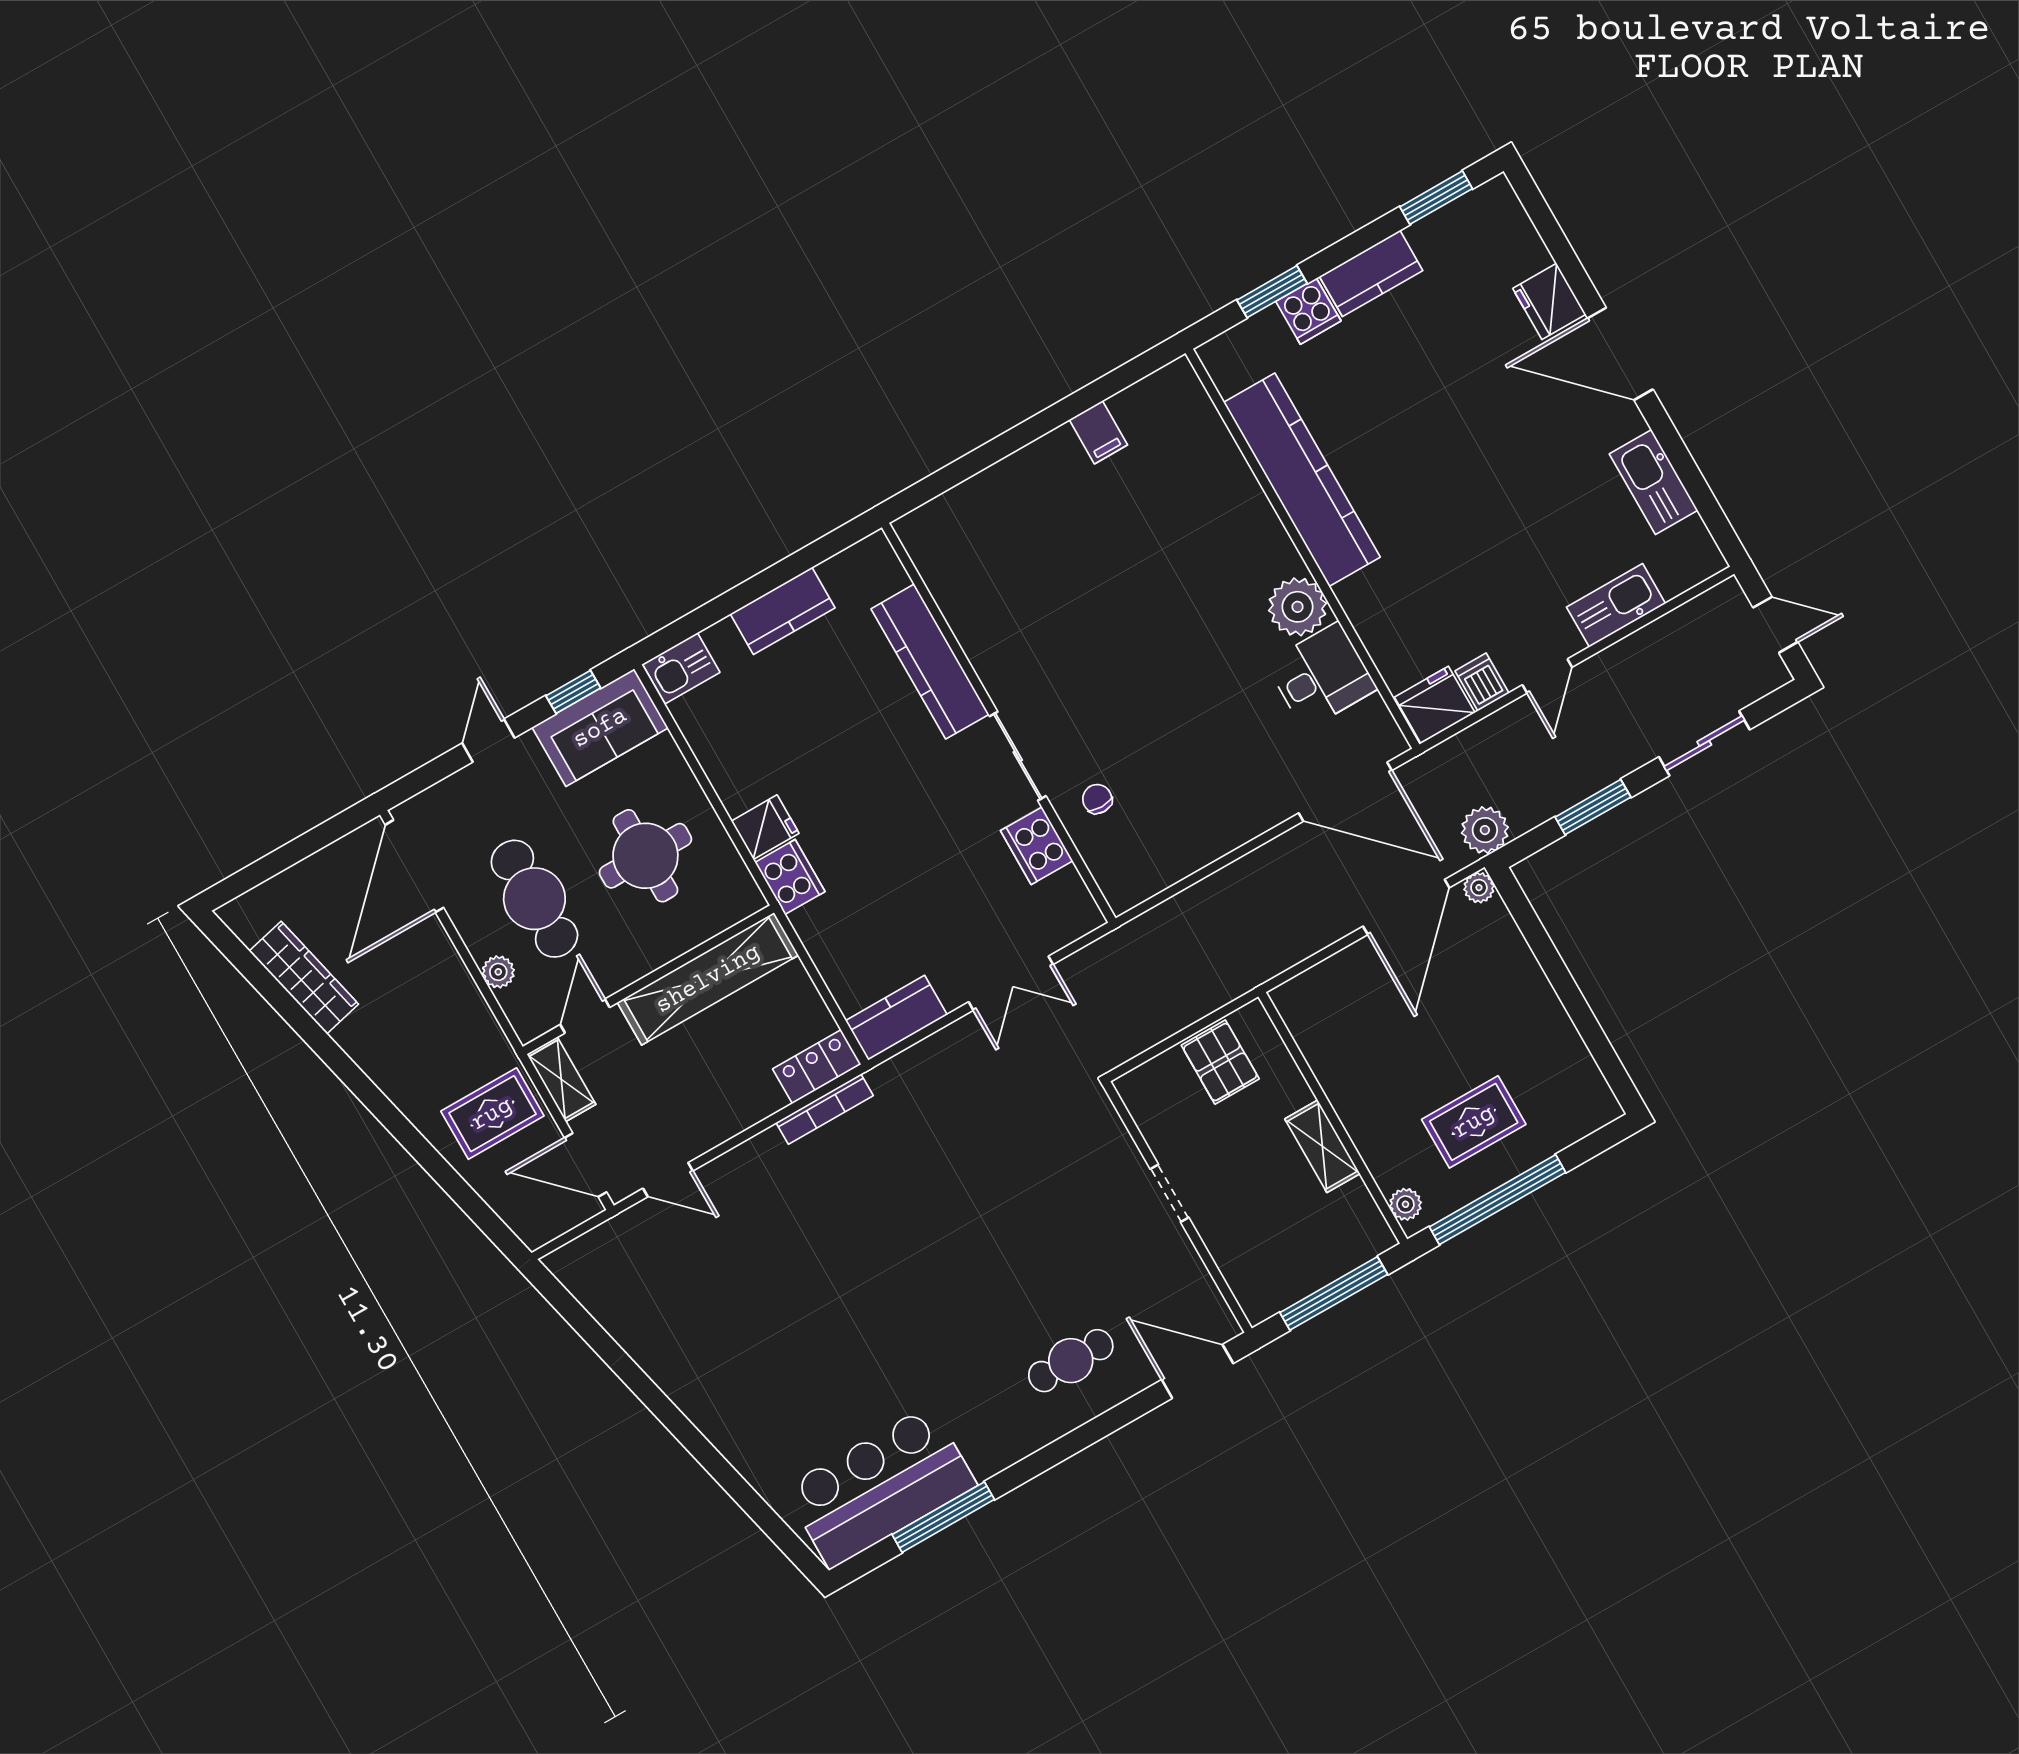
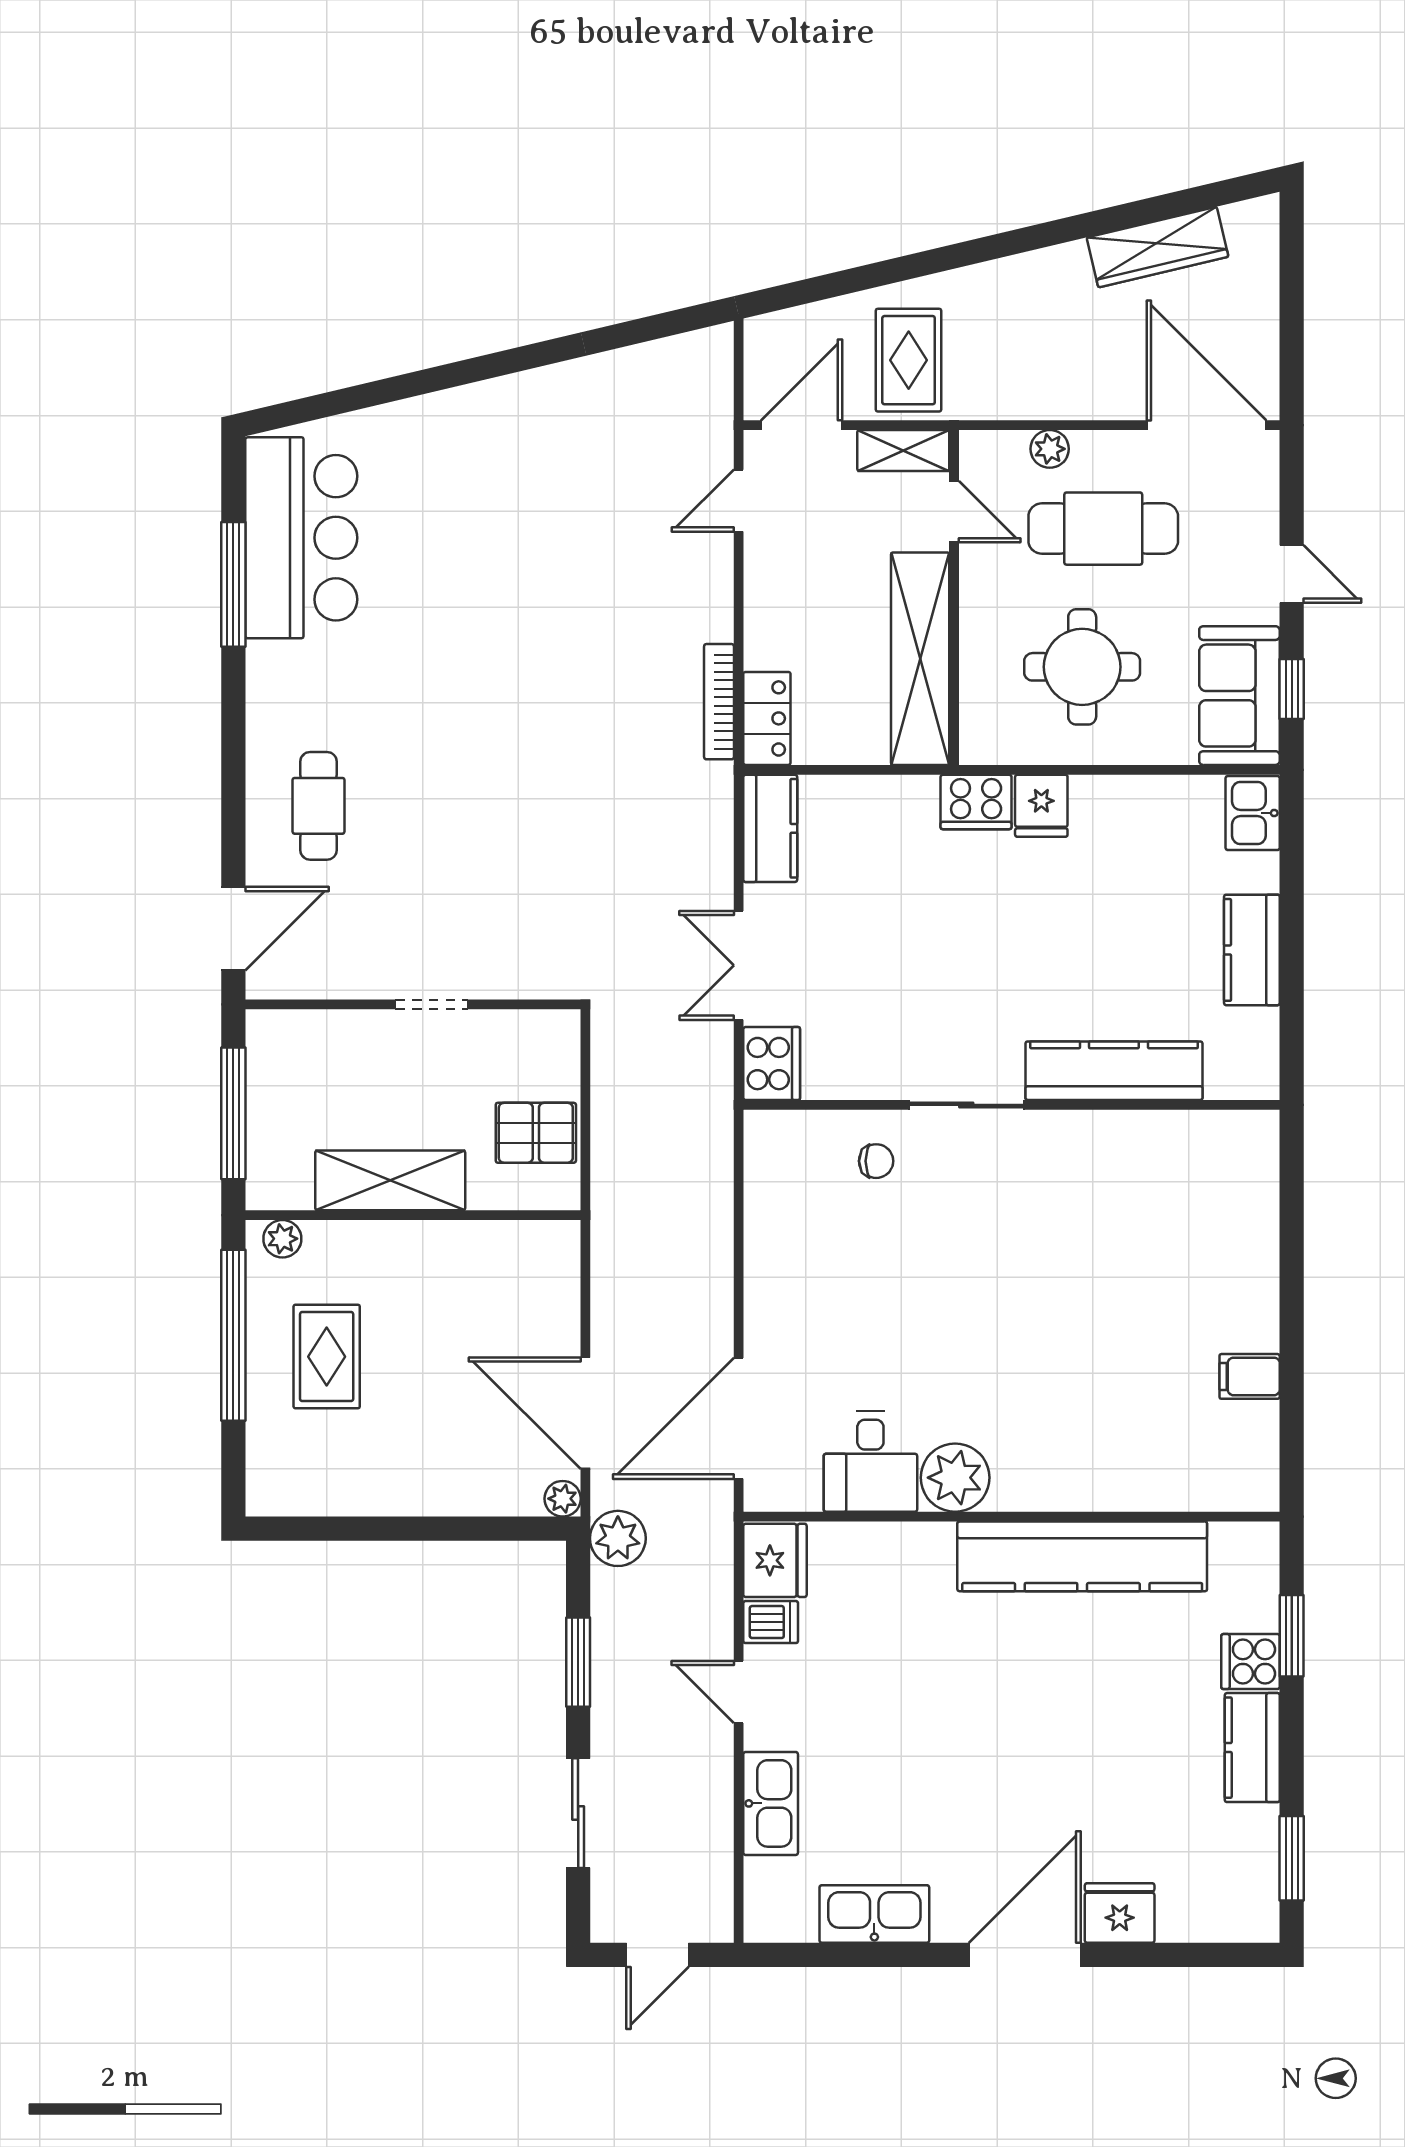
cooker: (1037, 846) -> (772, 1064), moved, turned 90
shelving: (1322, 1146) -> (390, 1180), width x1.50, depth x1.33

